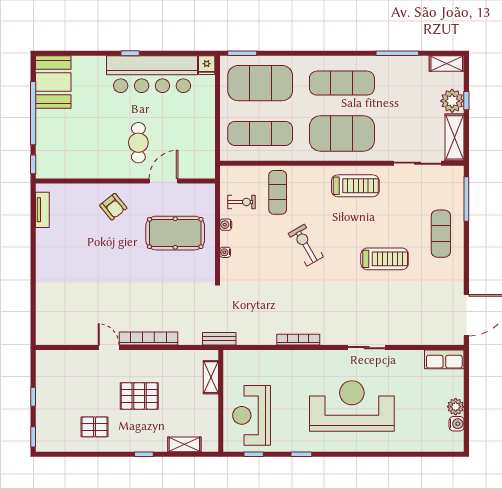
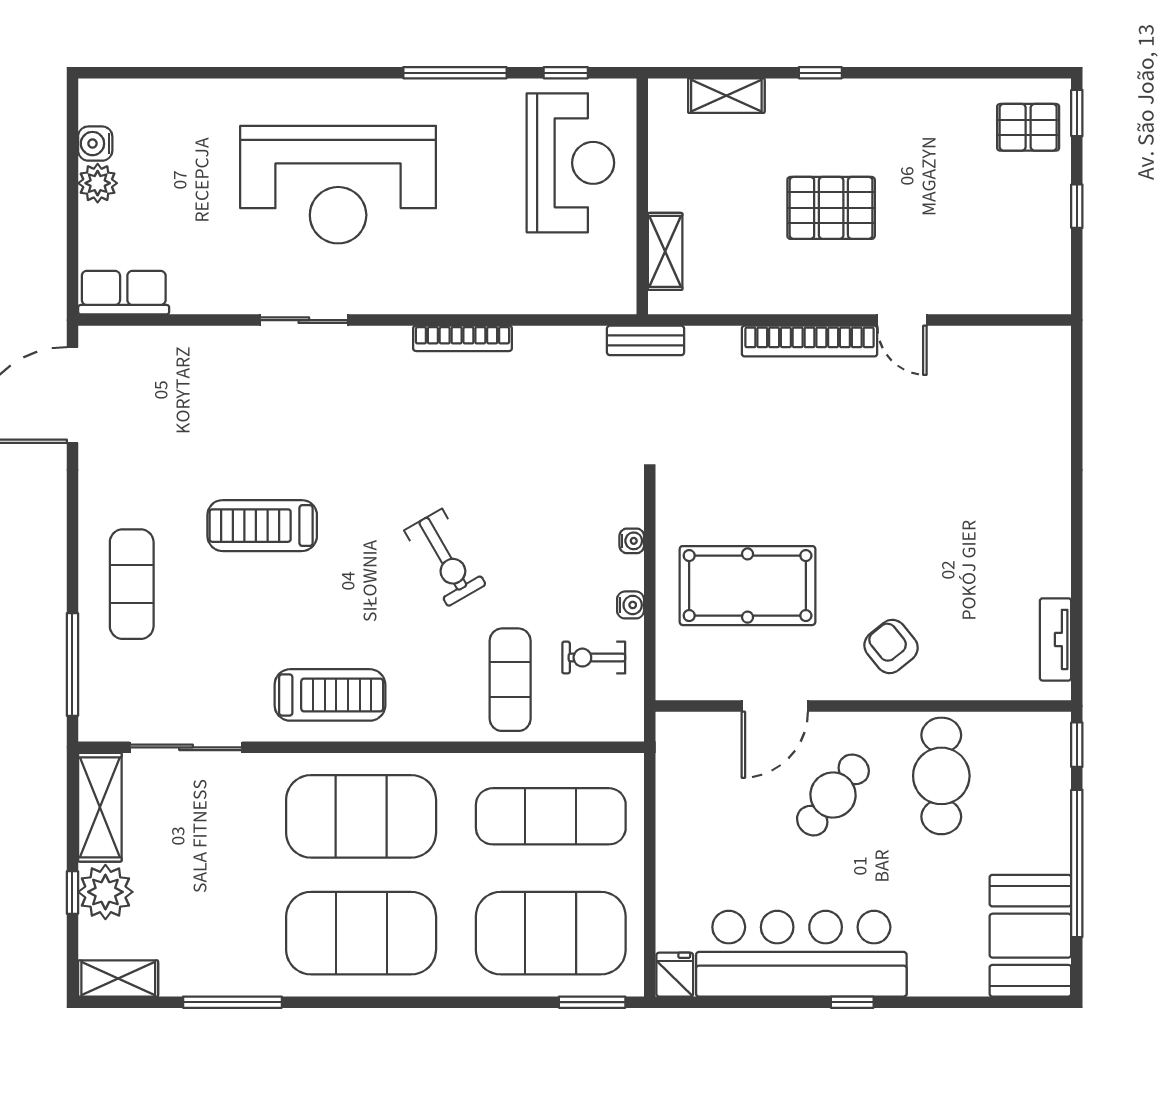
exercise mat: (342, 83) -> (361, 933), width x1.47
cafe table: (138, 143) -> (833, 795), turned 39
cafe table: (92, 151) -> (941, 776), added
treadmill: (355, 186) -> (330, 695), turned 180
pallet: (95, 427) -> (1028, 127), moved
window: (301, 454) -> (455, 73), width x2.17

